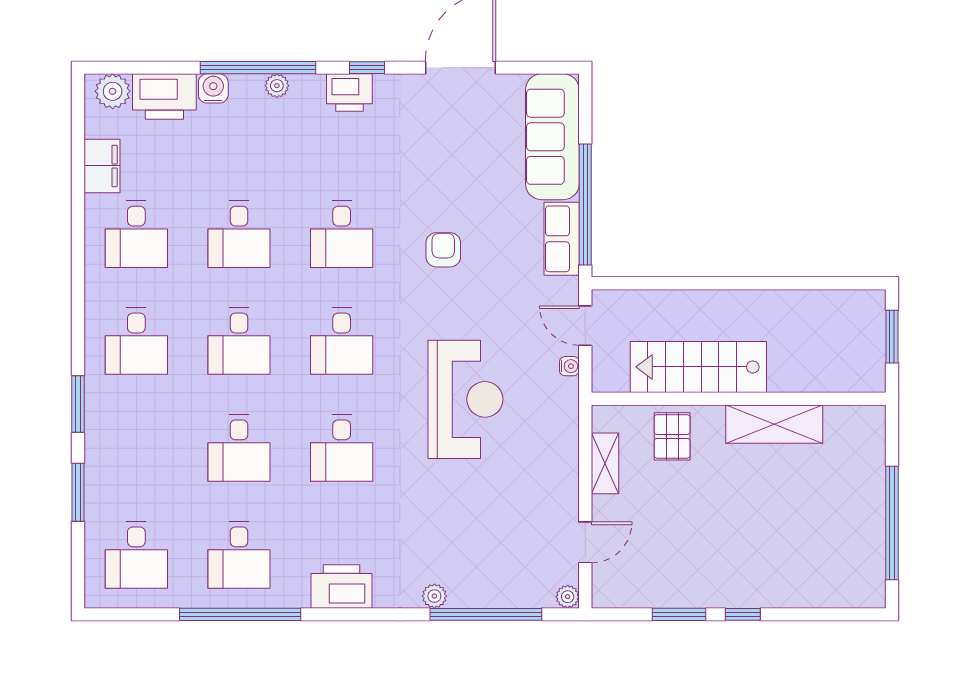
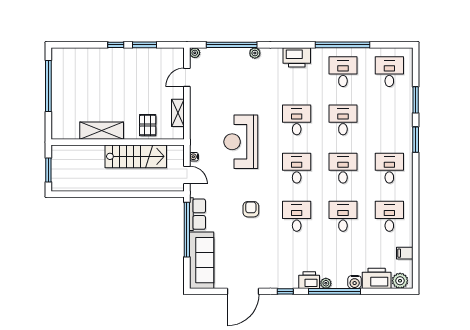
printer: (349, 93) -> (309, 280), moved
filing cabinet: (102, 166) -> (405, 253), width x0.50
armchair: (443, 250) -> (251, 209), turned 180

